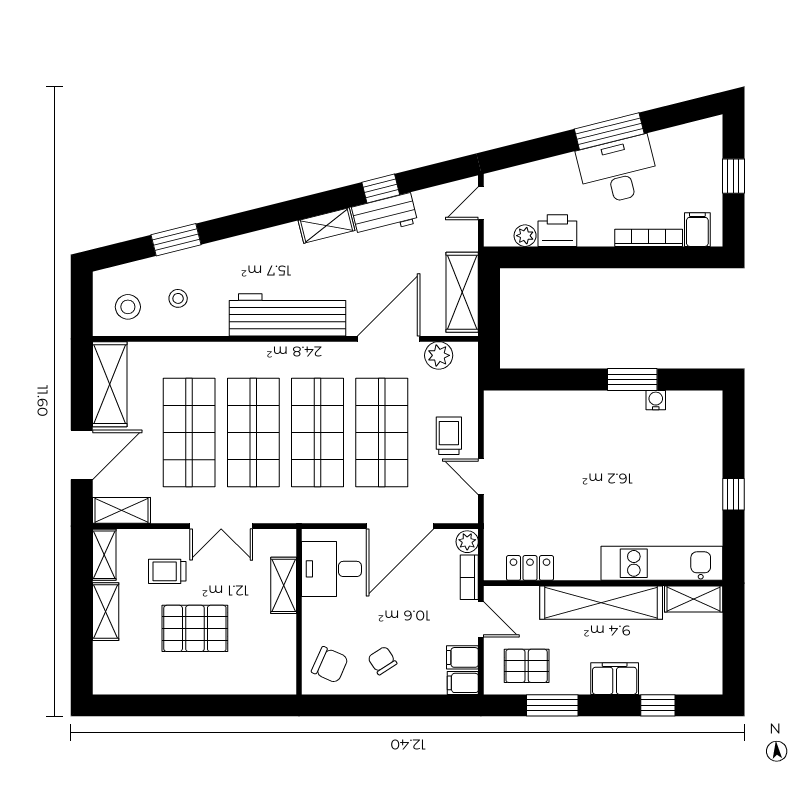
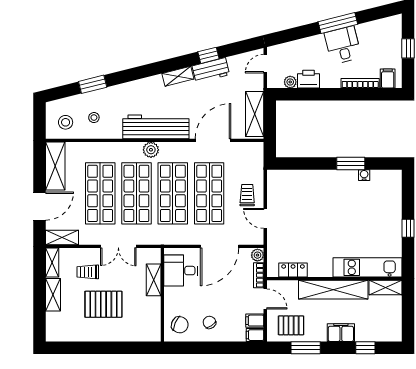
desk: (618, 170) -> (343, 45), width x0.73
plant: (439, 355) -> (151, 150), moved

